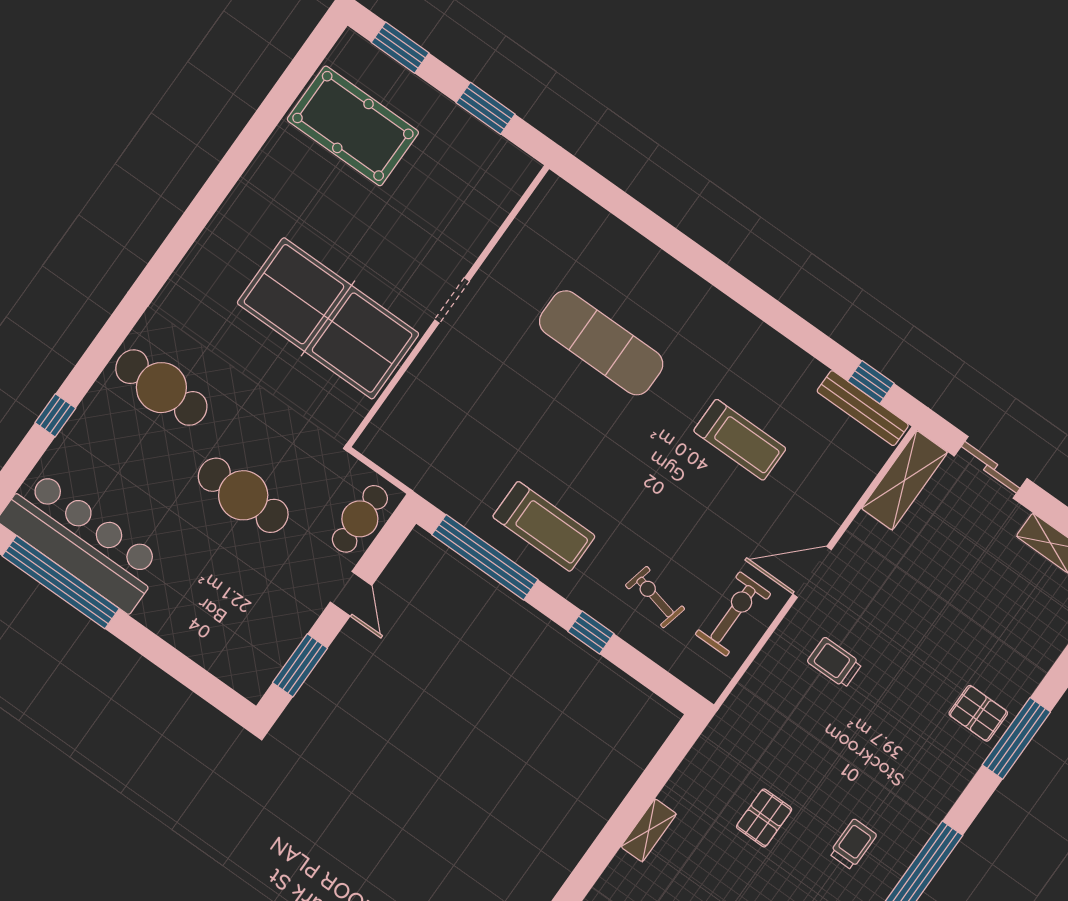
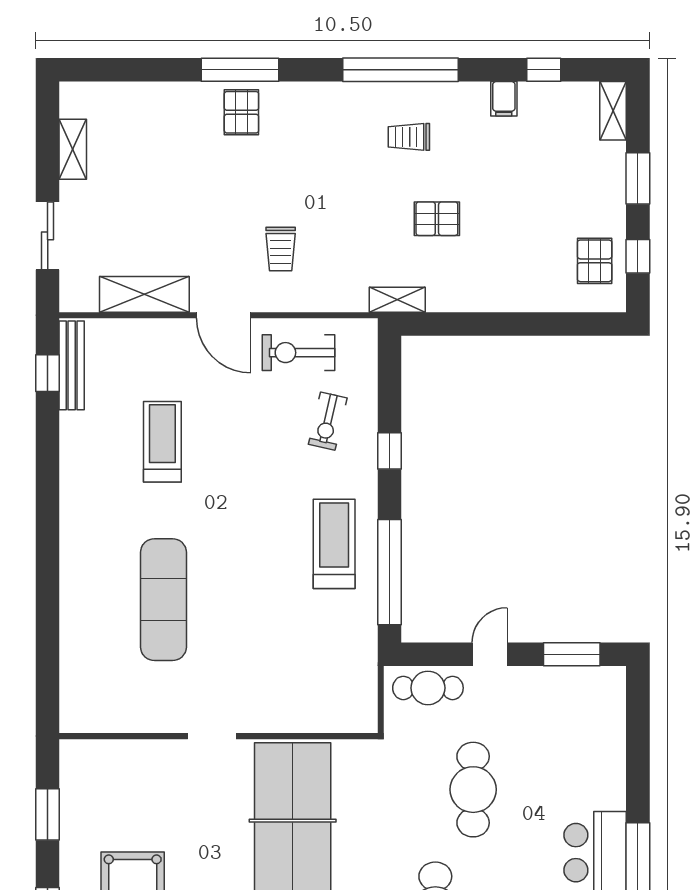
shelving: (905, 480) -> (144, 294), moved
shelving: (649, 830) -> (397, 300), moved

